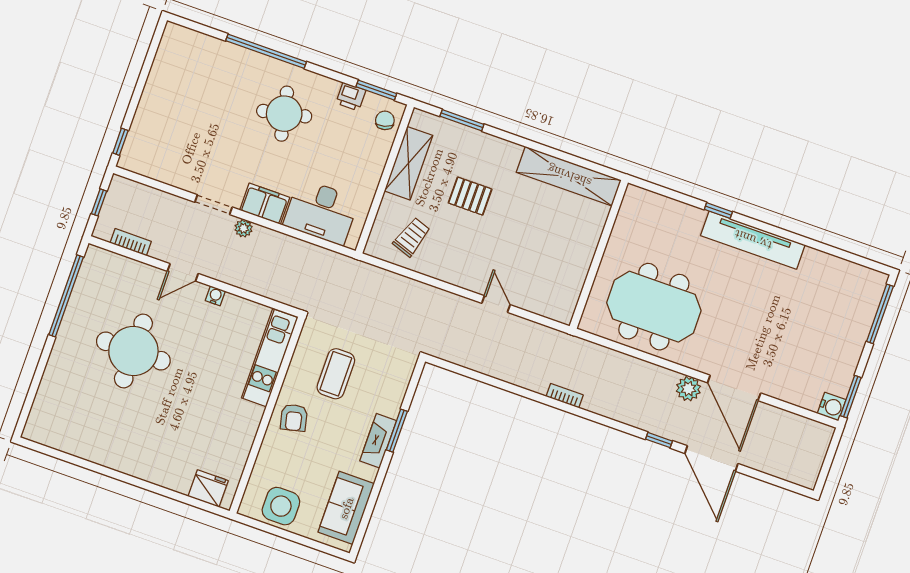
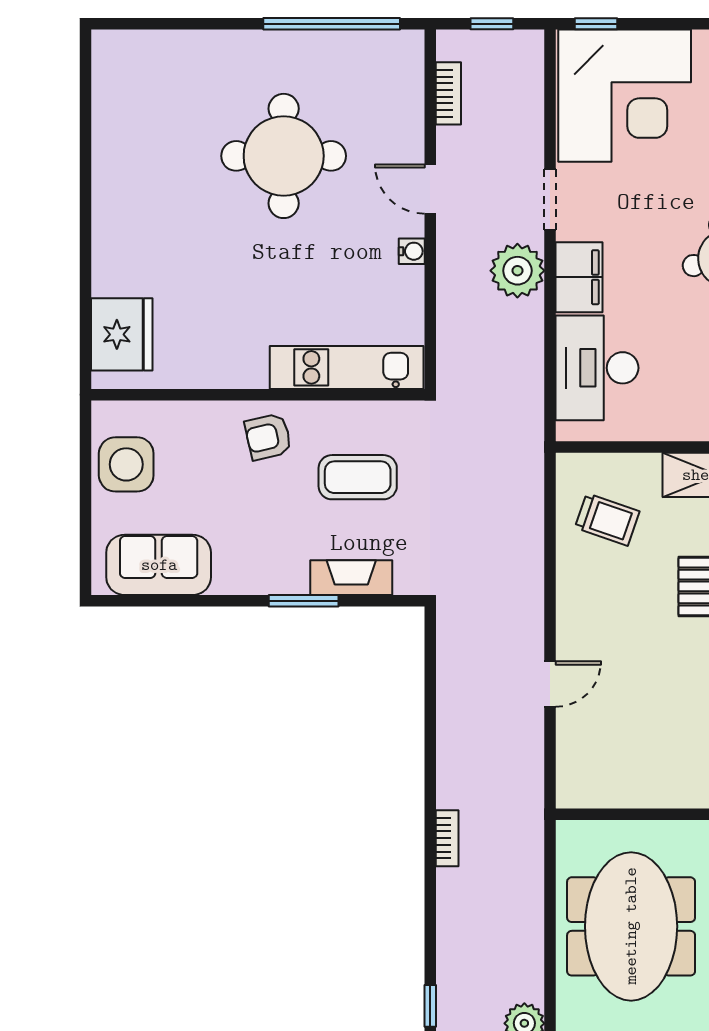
corner desk: (168, 140) -> (625, 96), added
plant: (244, 228) -> (517, 271), width x1.88, depth x1.88
fireplace: (378, 441) -> (351, 578), moved
fridge: (208, 489) -> (122, 334), width x1.36, depth x1.34

